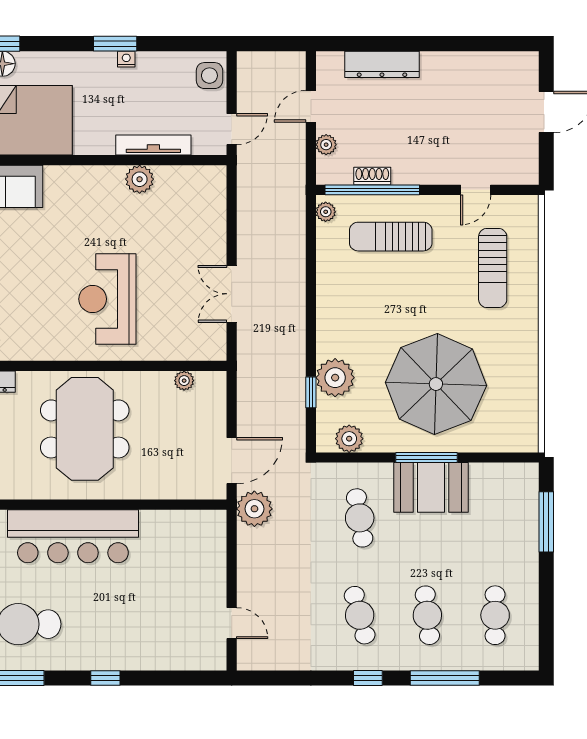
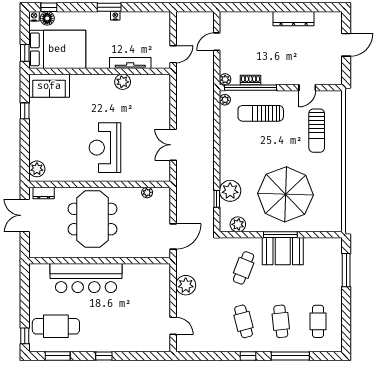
dresser: (382, 64) -> (294, 19), moved
side table: (209, 76) -> (161, 25), removed
plant: (326, 145) -> (225, 79), moved
plant: (254, 509) -> (186, 285), moved
cafe table: (360, 518) -> (244, 268), turned 30

